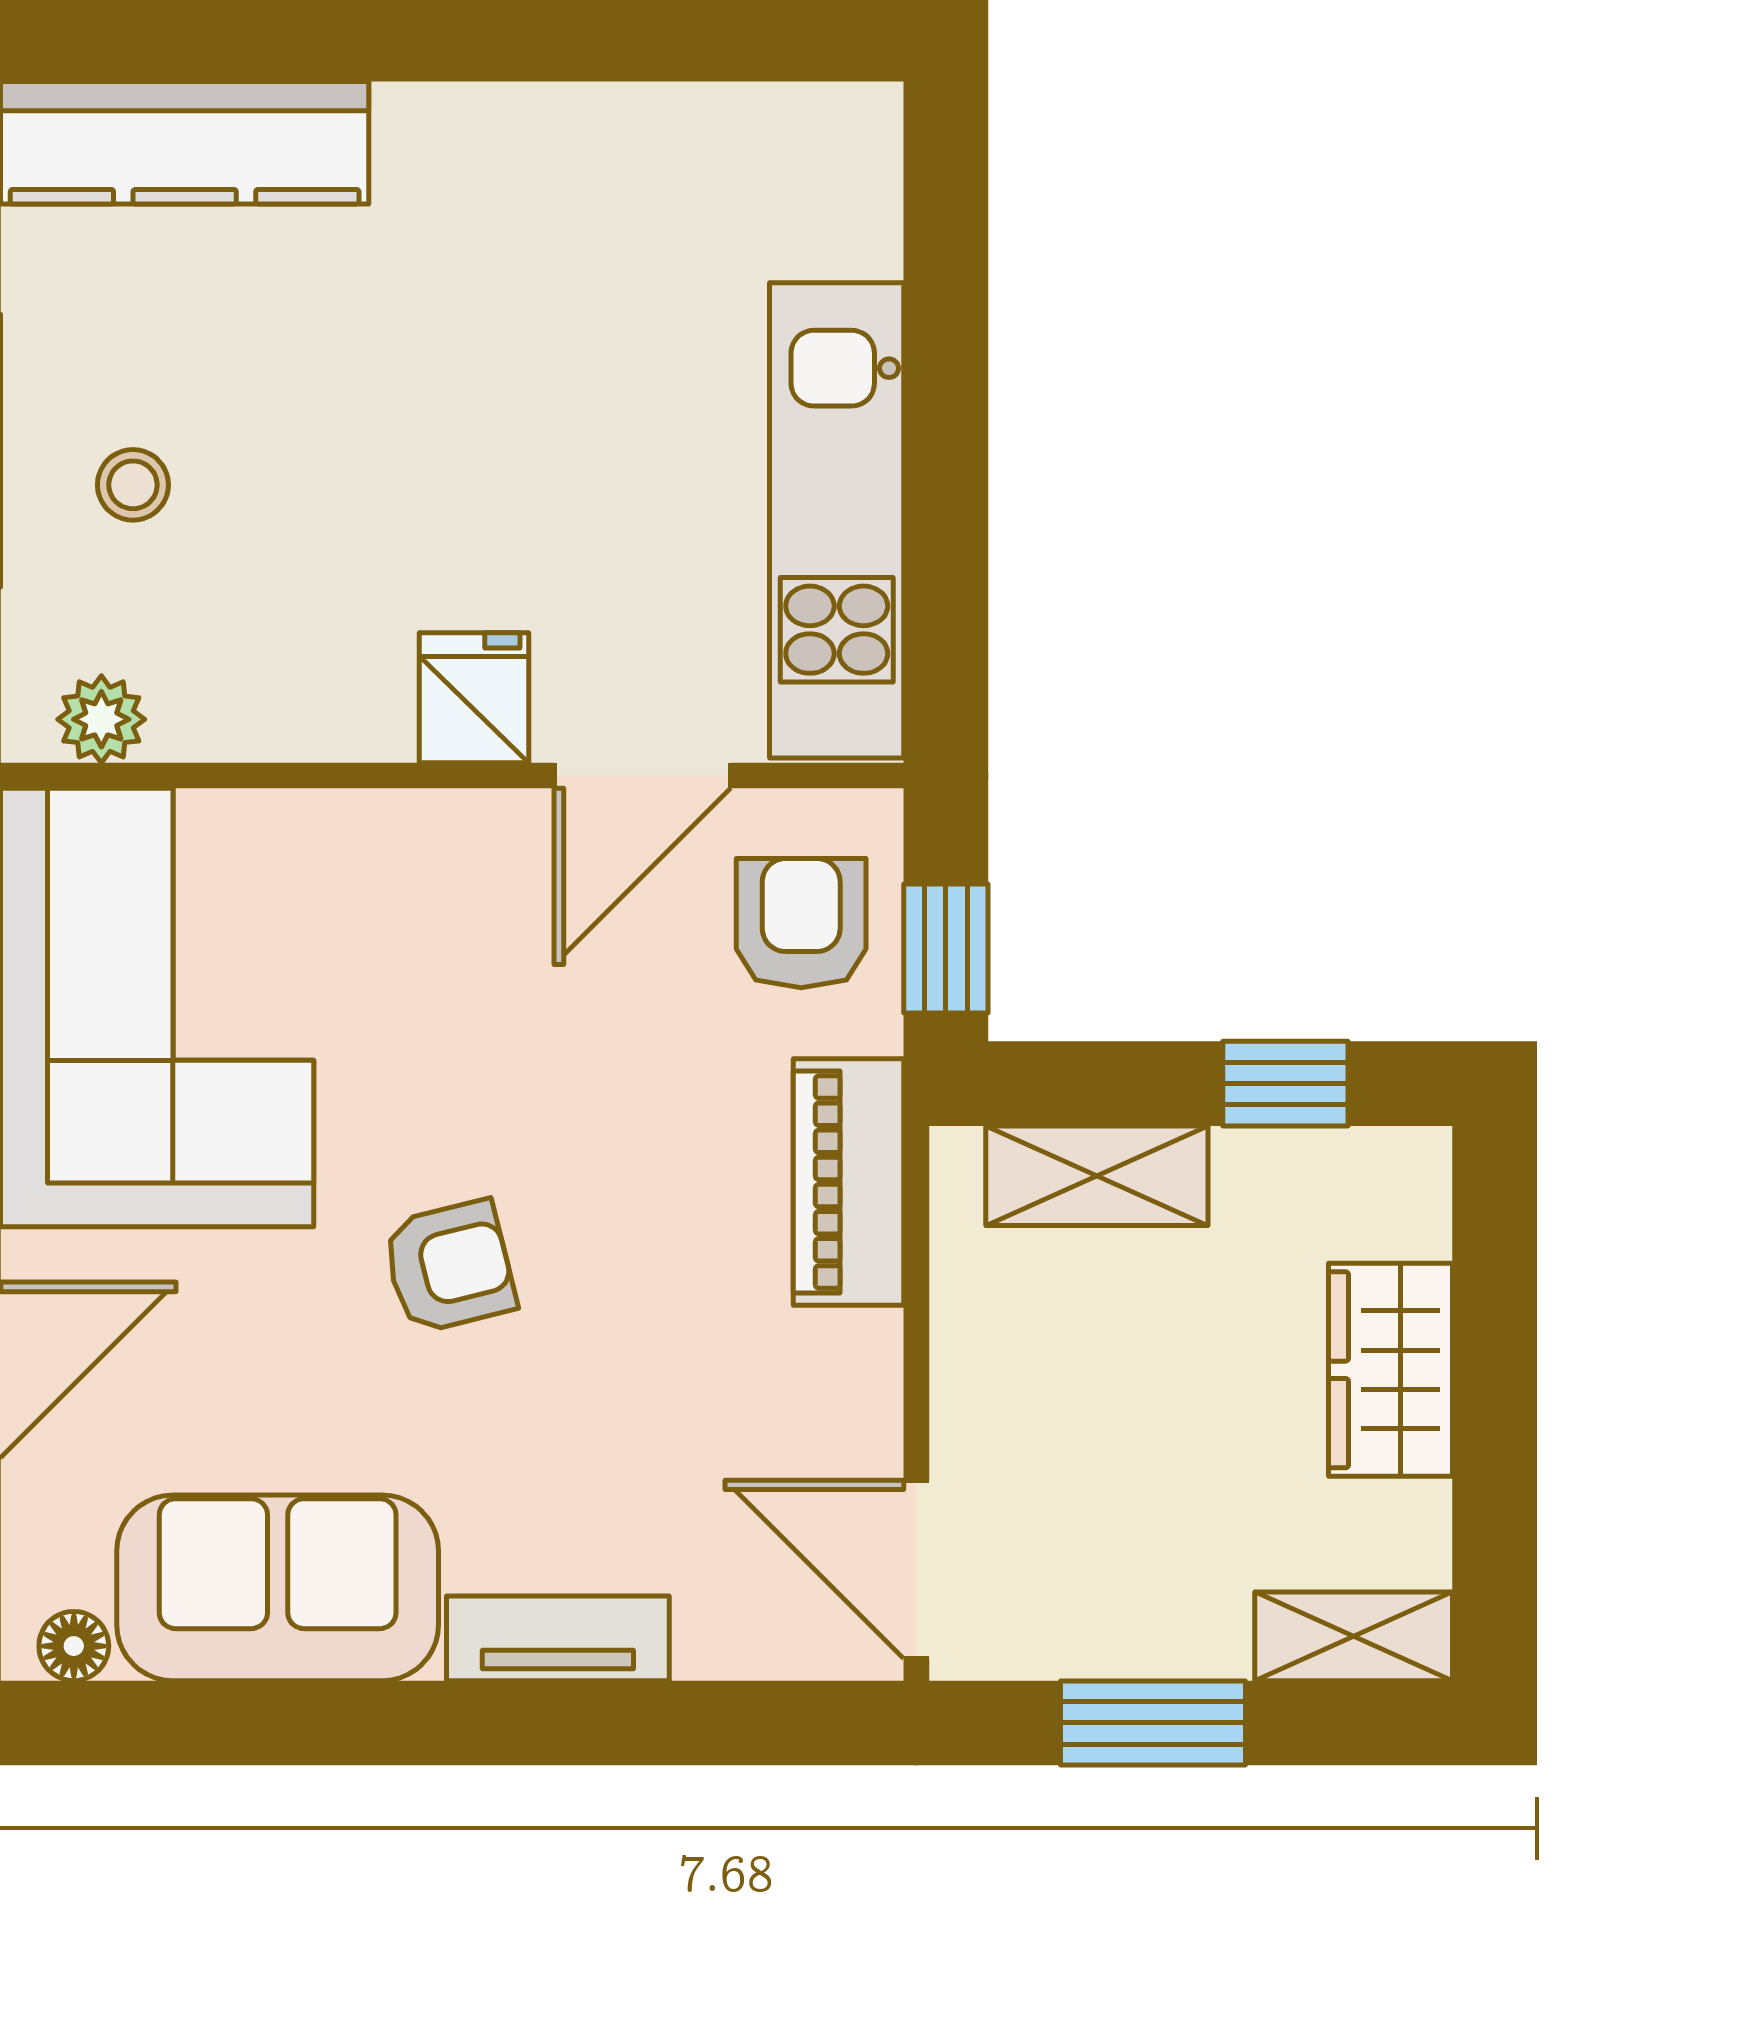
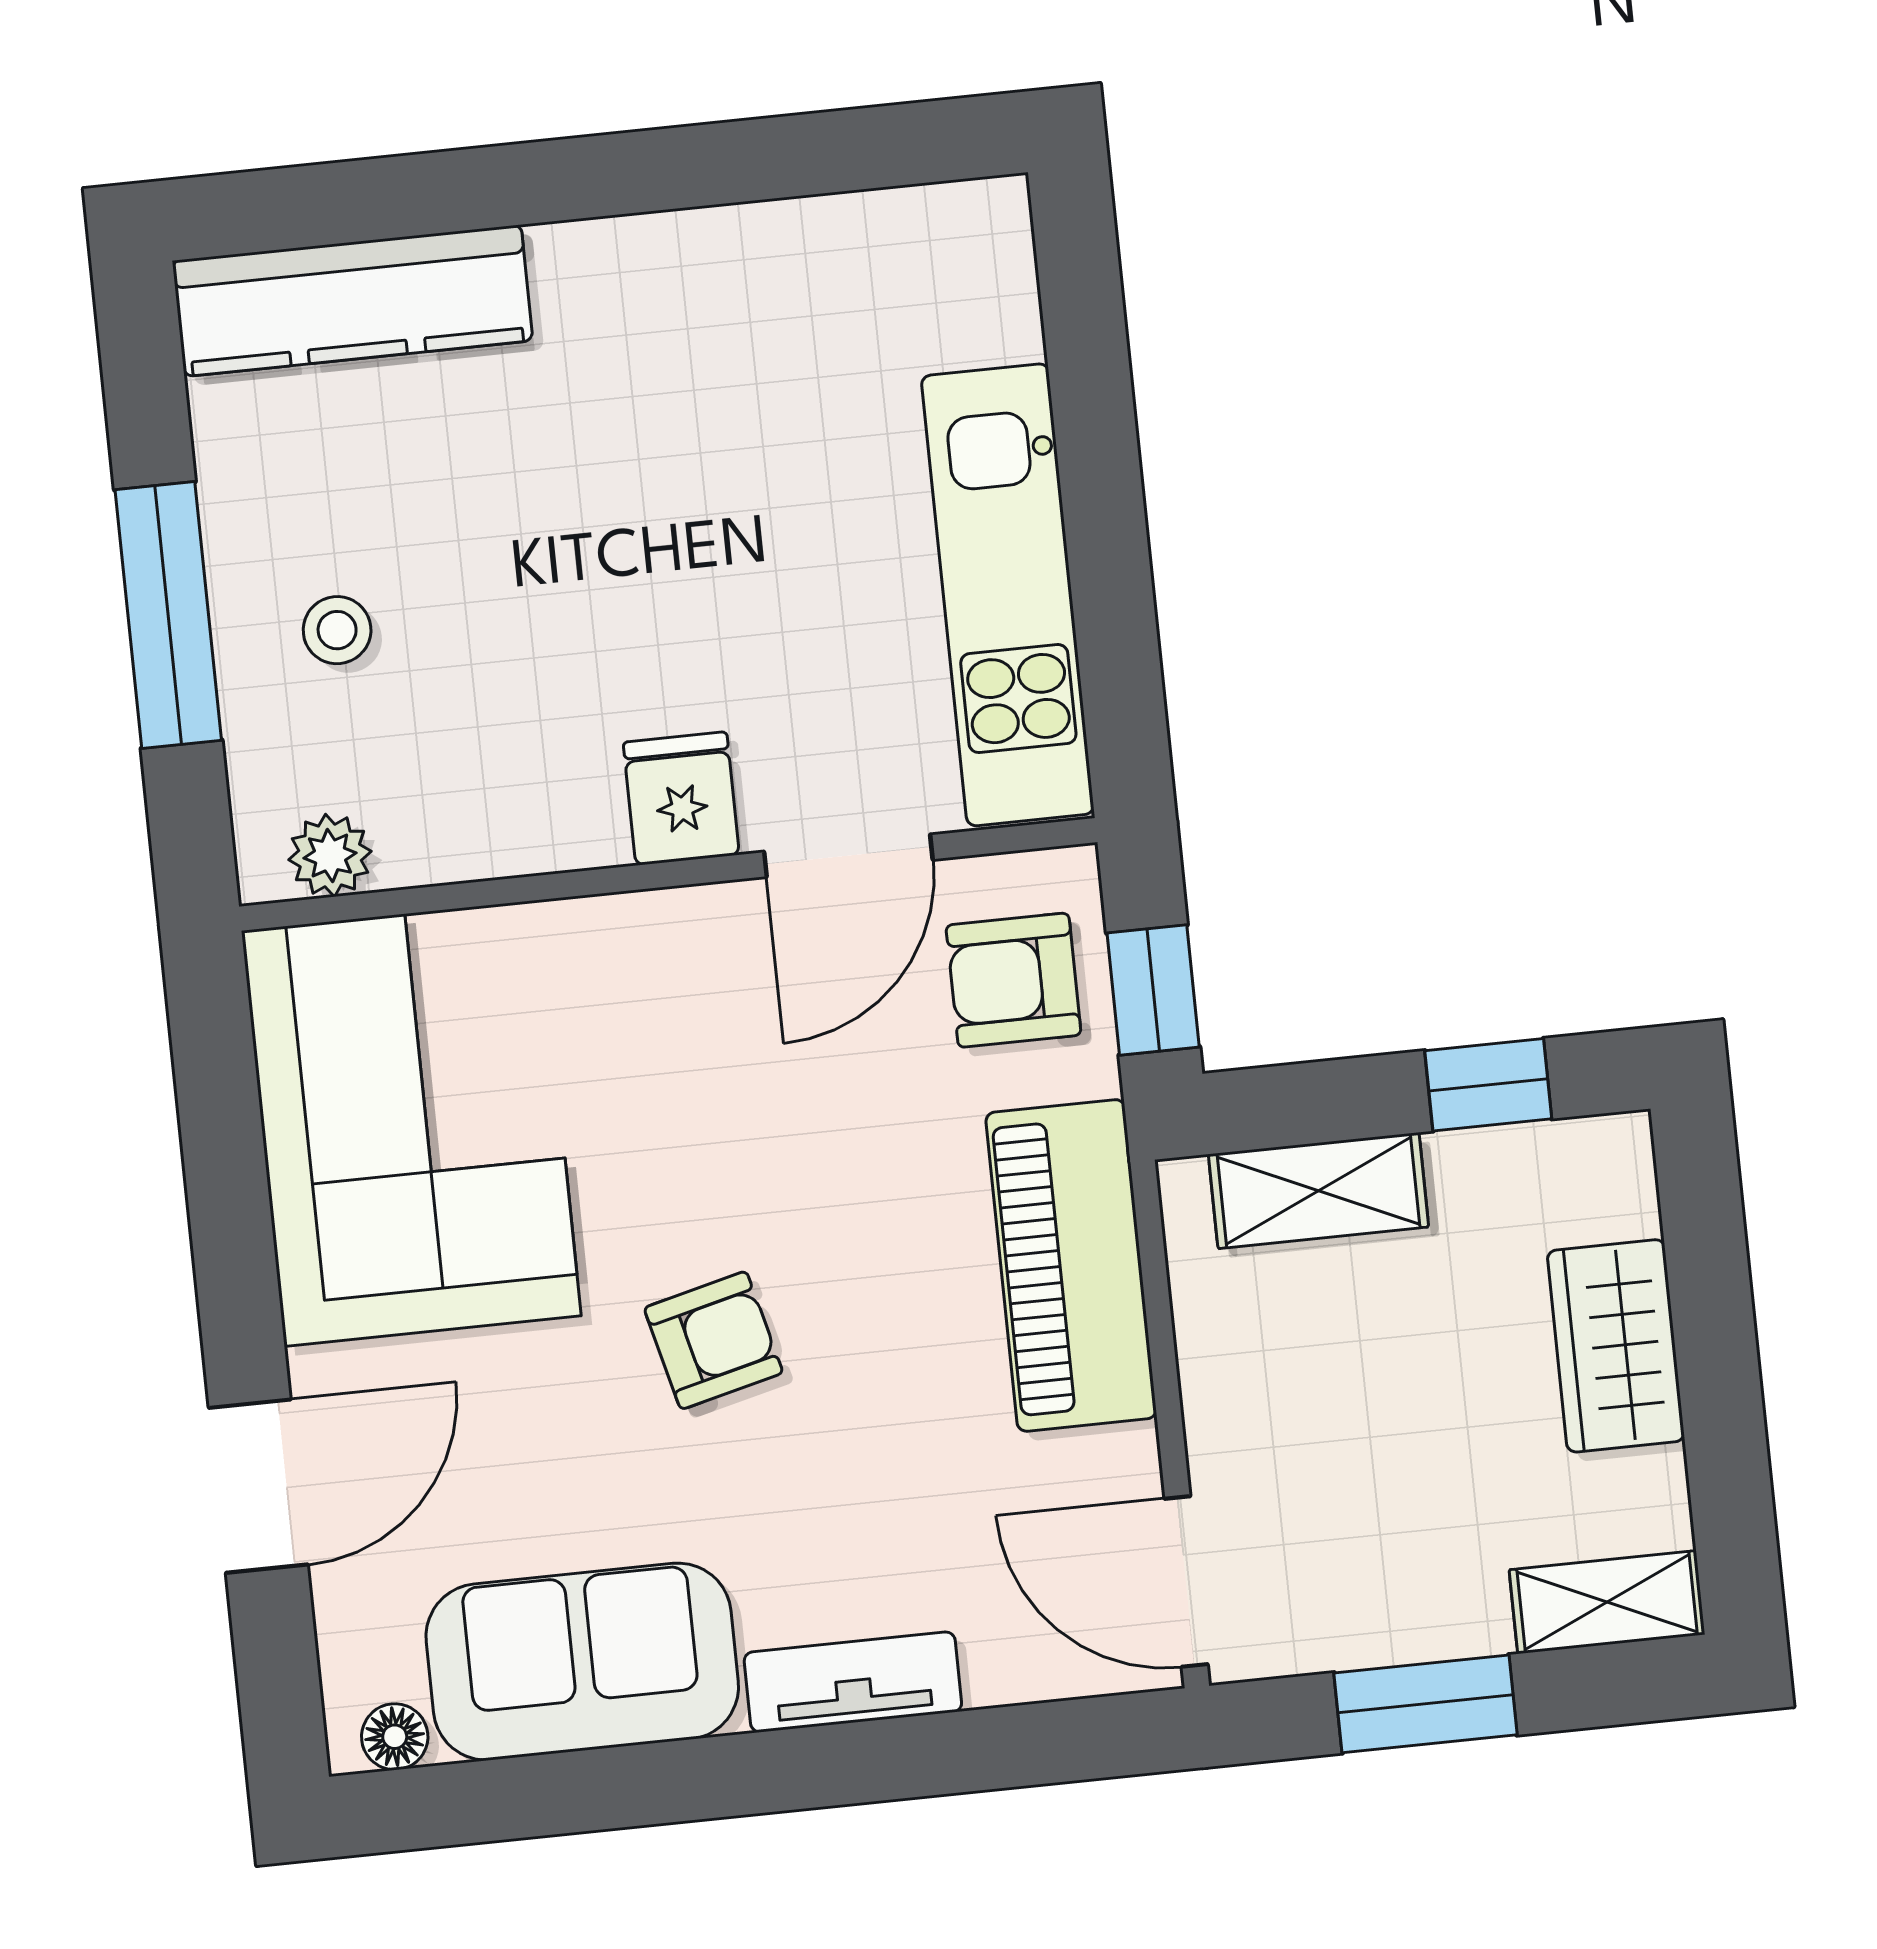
armchair: (801, 923) -> (1013, 980), turned -90
piano: (849, 1182) -> (1071, 1265), width x1.37, depth x1.33

